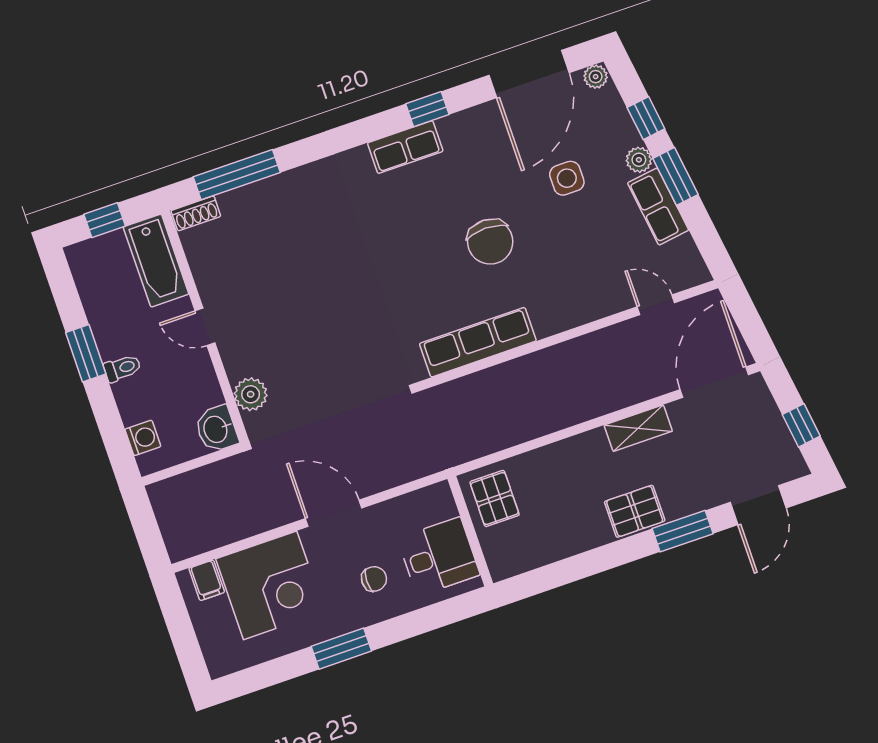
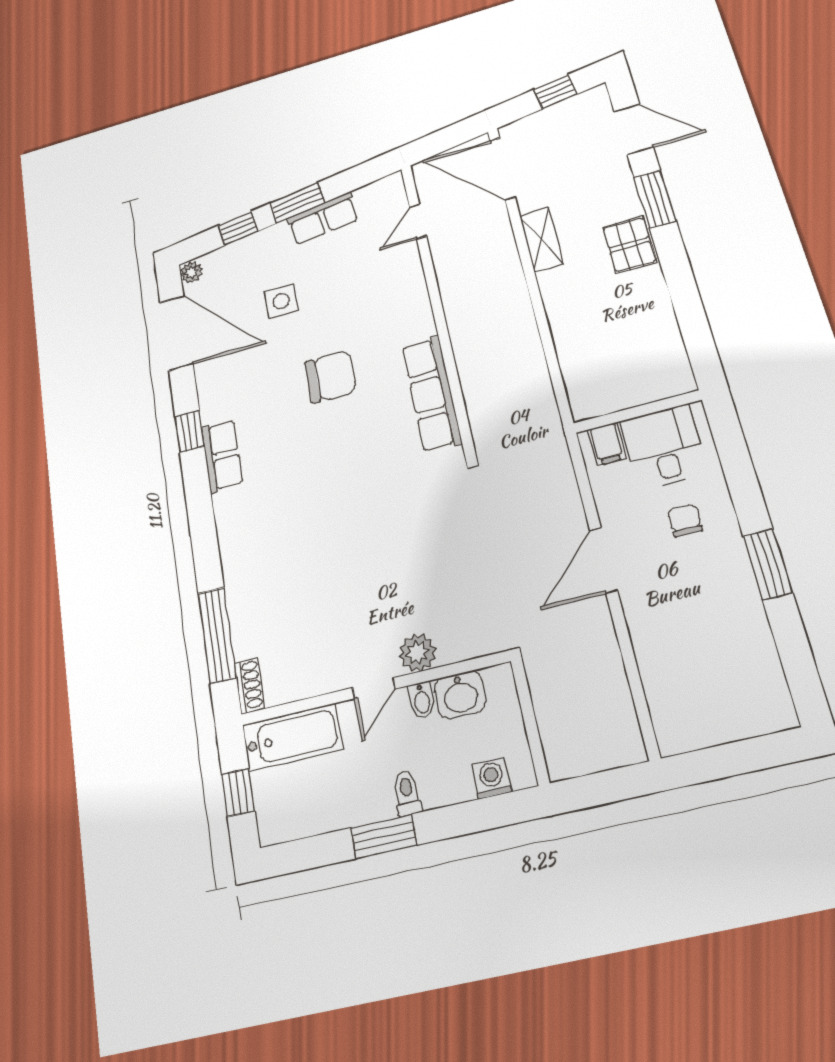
plant: (639, 160) -> (276, 235), removed
bidet: (200, 370) -> (422, 700), added
plant: (251, 394) -> (417, 653), moved
washbasin: (216, 429) -> (460, 695), moved
pallet: (495, 498) -> (603, 384), removed
filing cabinet: (207, 580) -> (607, 444), moved, turned 90
corner desk: (270, 585) -> (684, 642), removed

